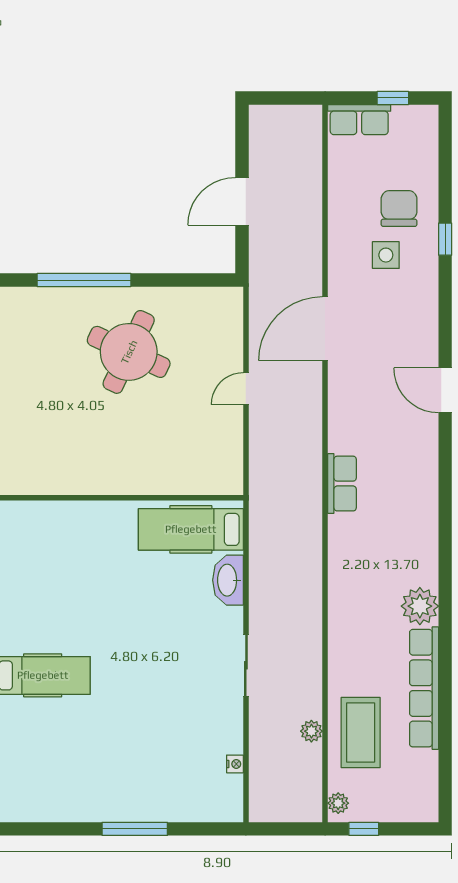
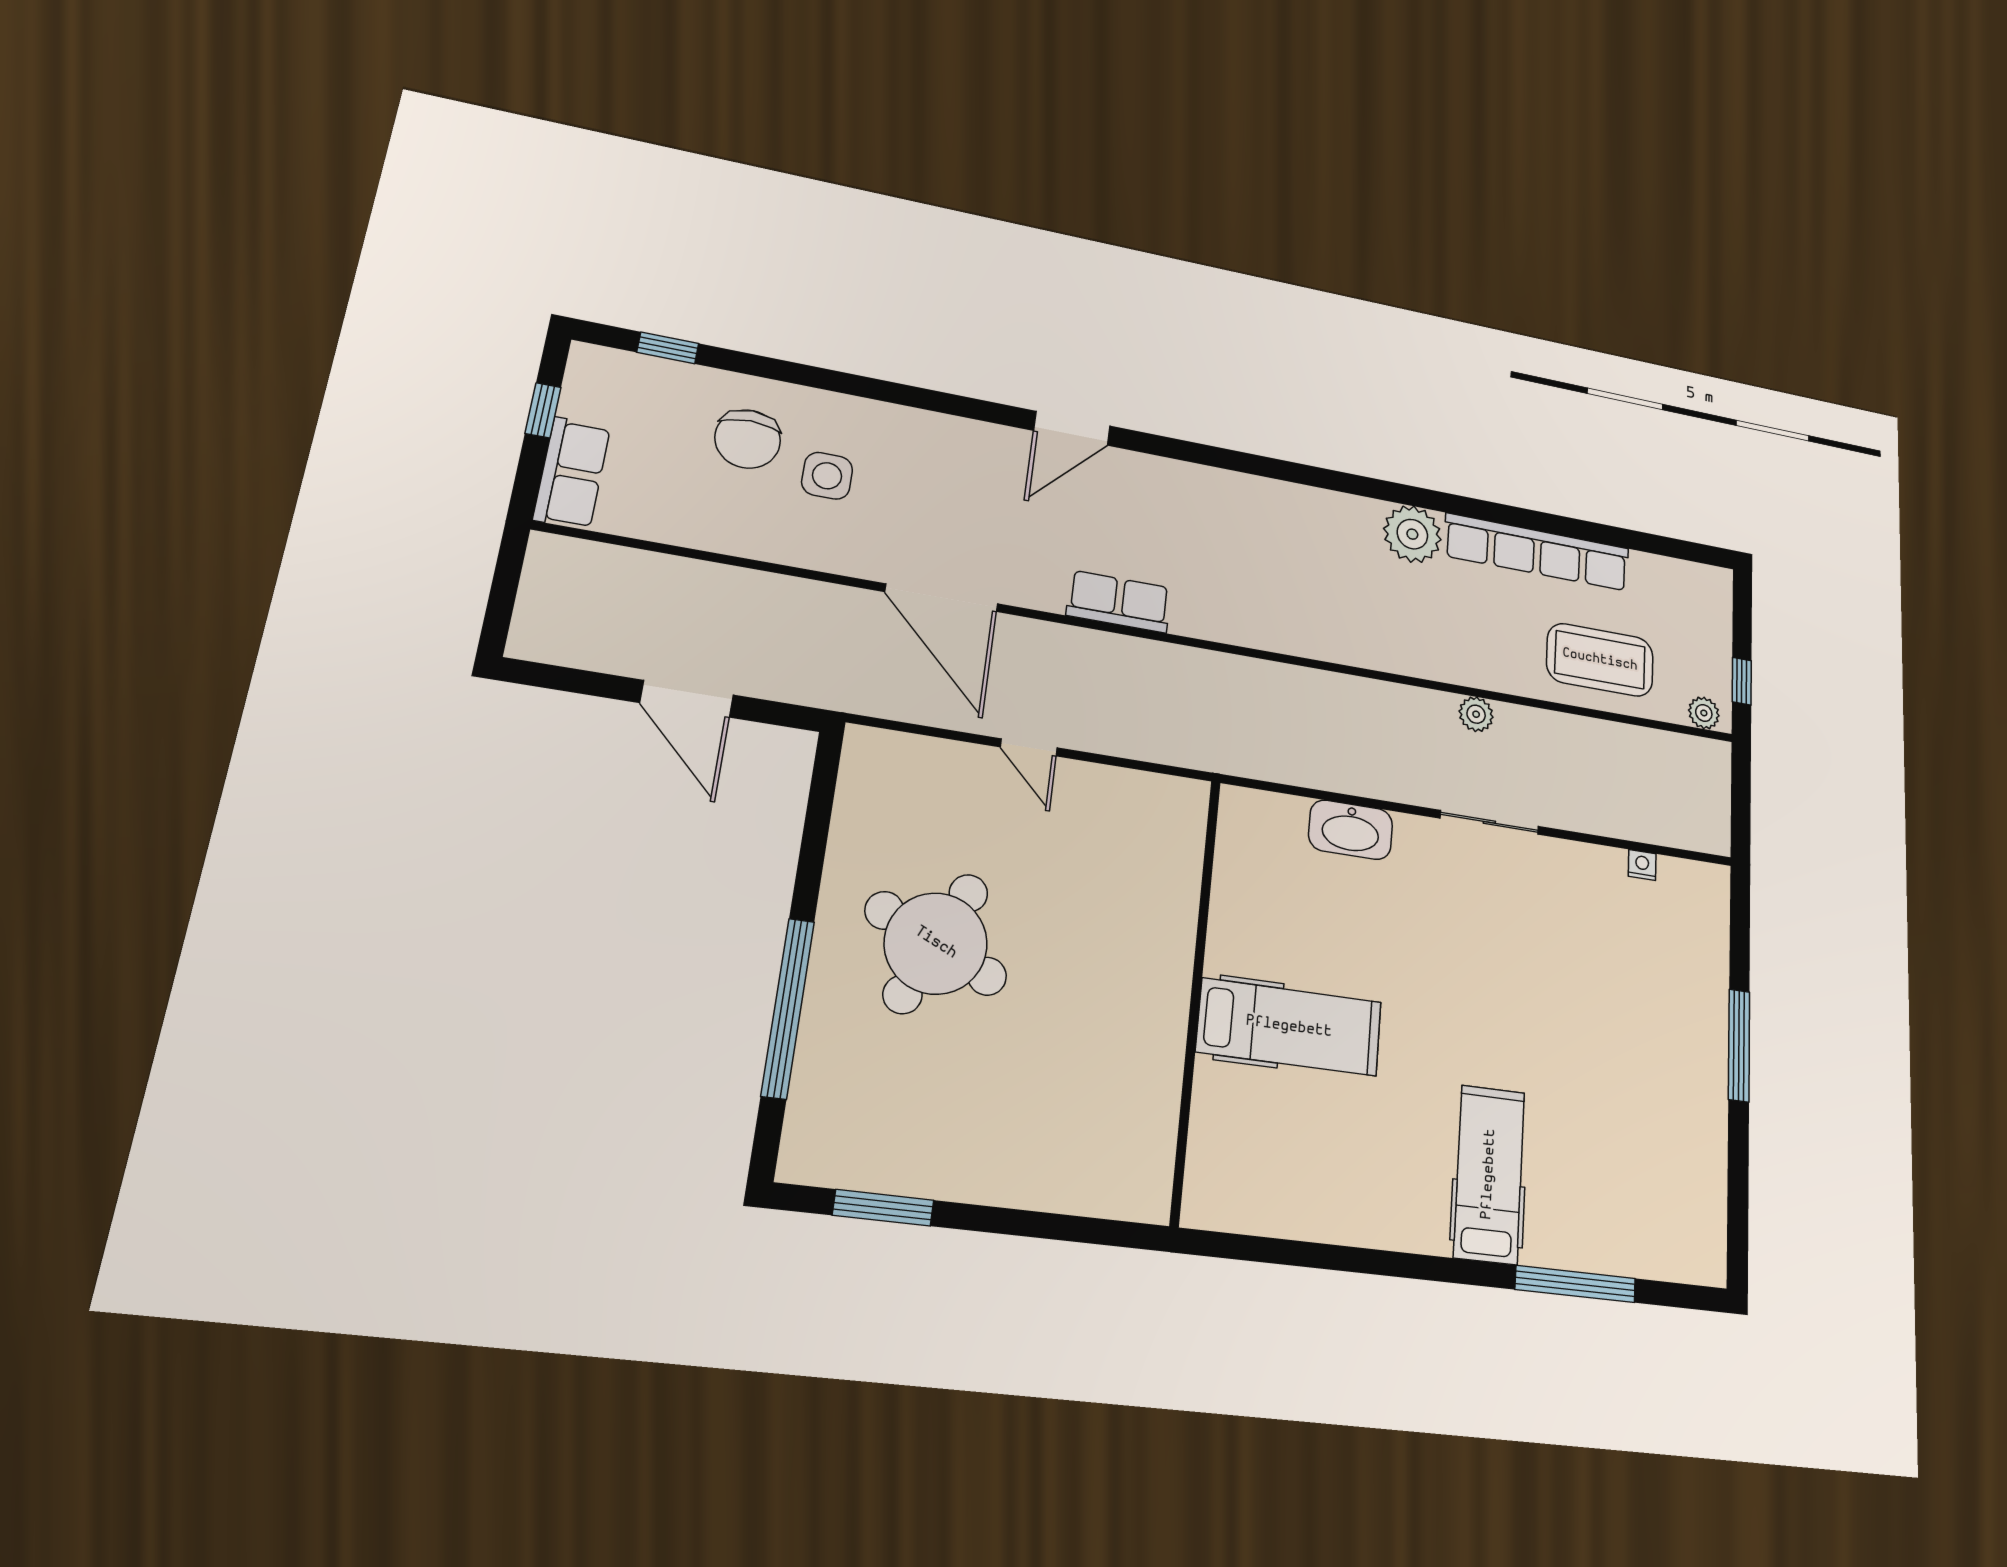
chair: (399, 208) -> (748, 439), turned -90
window: (445, 239) -> (668, 348), moved
row of seats: (342, 484) -> (1119, 602), moved
hospital bed: (191, 529) -> (1289, 1027), moved, turned -90
plant: (311, 731) -> (1476, 714), moved

